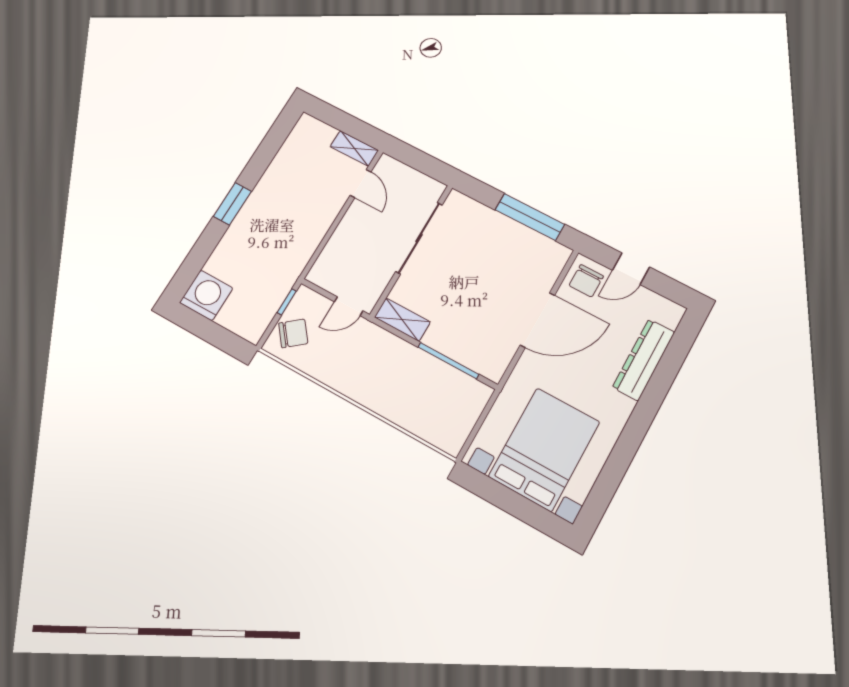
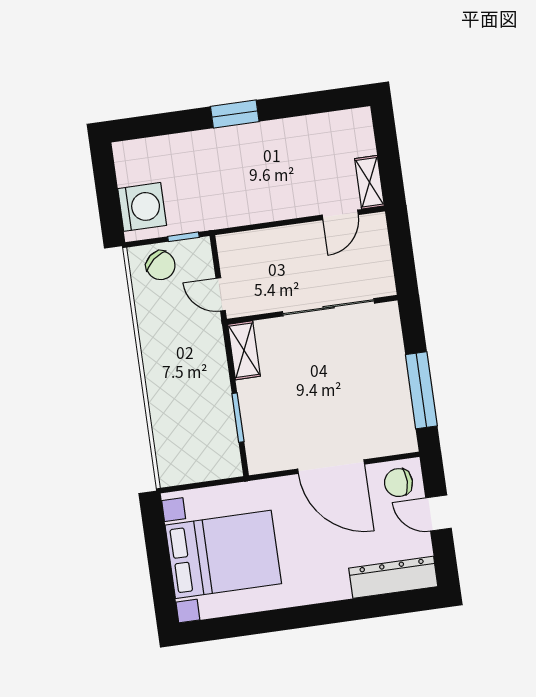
washing machine: (206, 295) -> (142, 207), moved
dresser: (644, 360) -> (393, 577), moved
window: (448, 361) -> (238, 418), width x0.69

